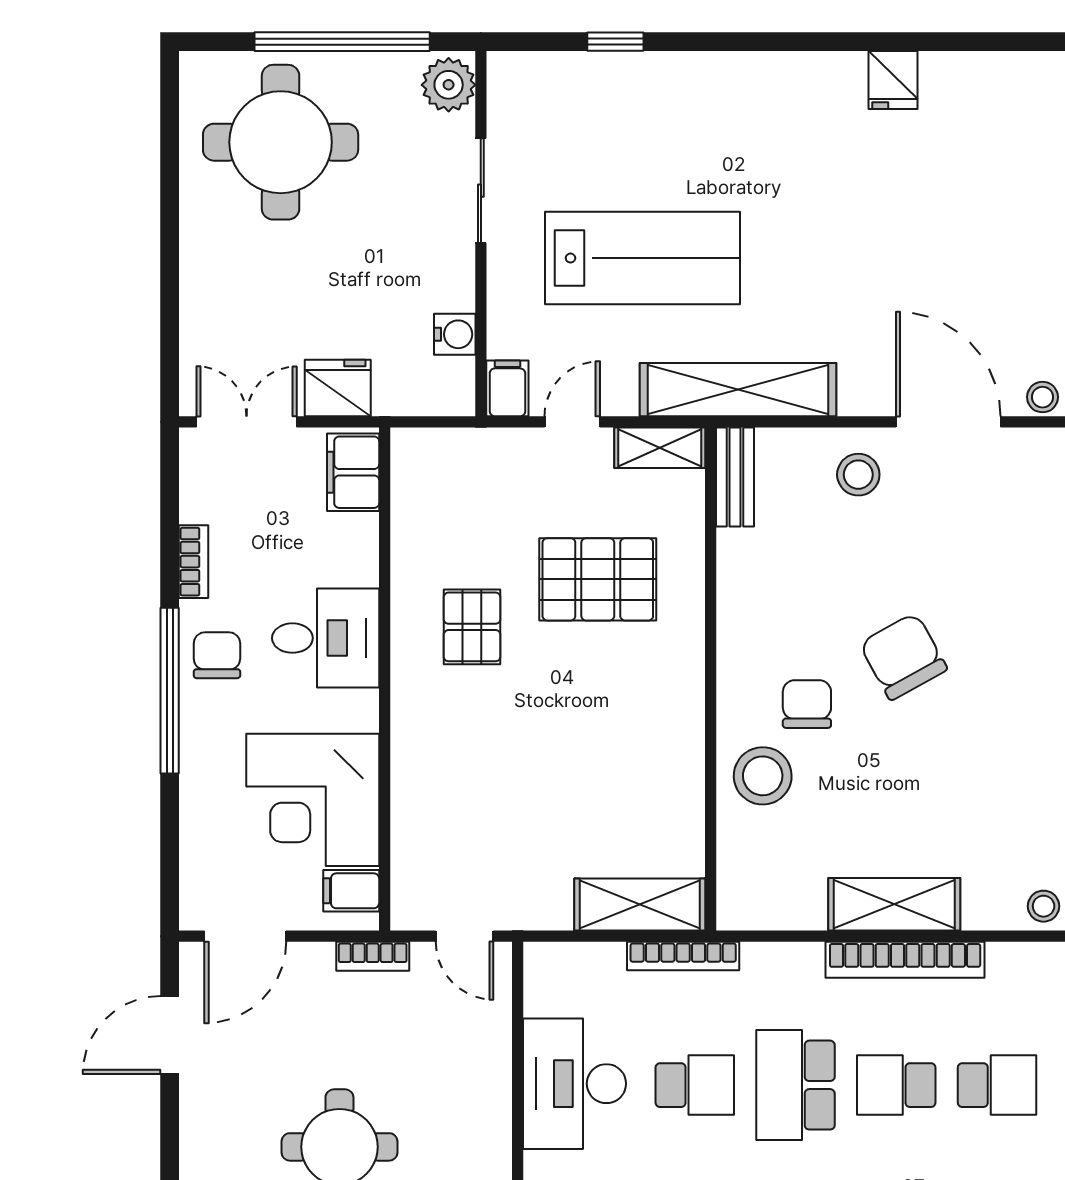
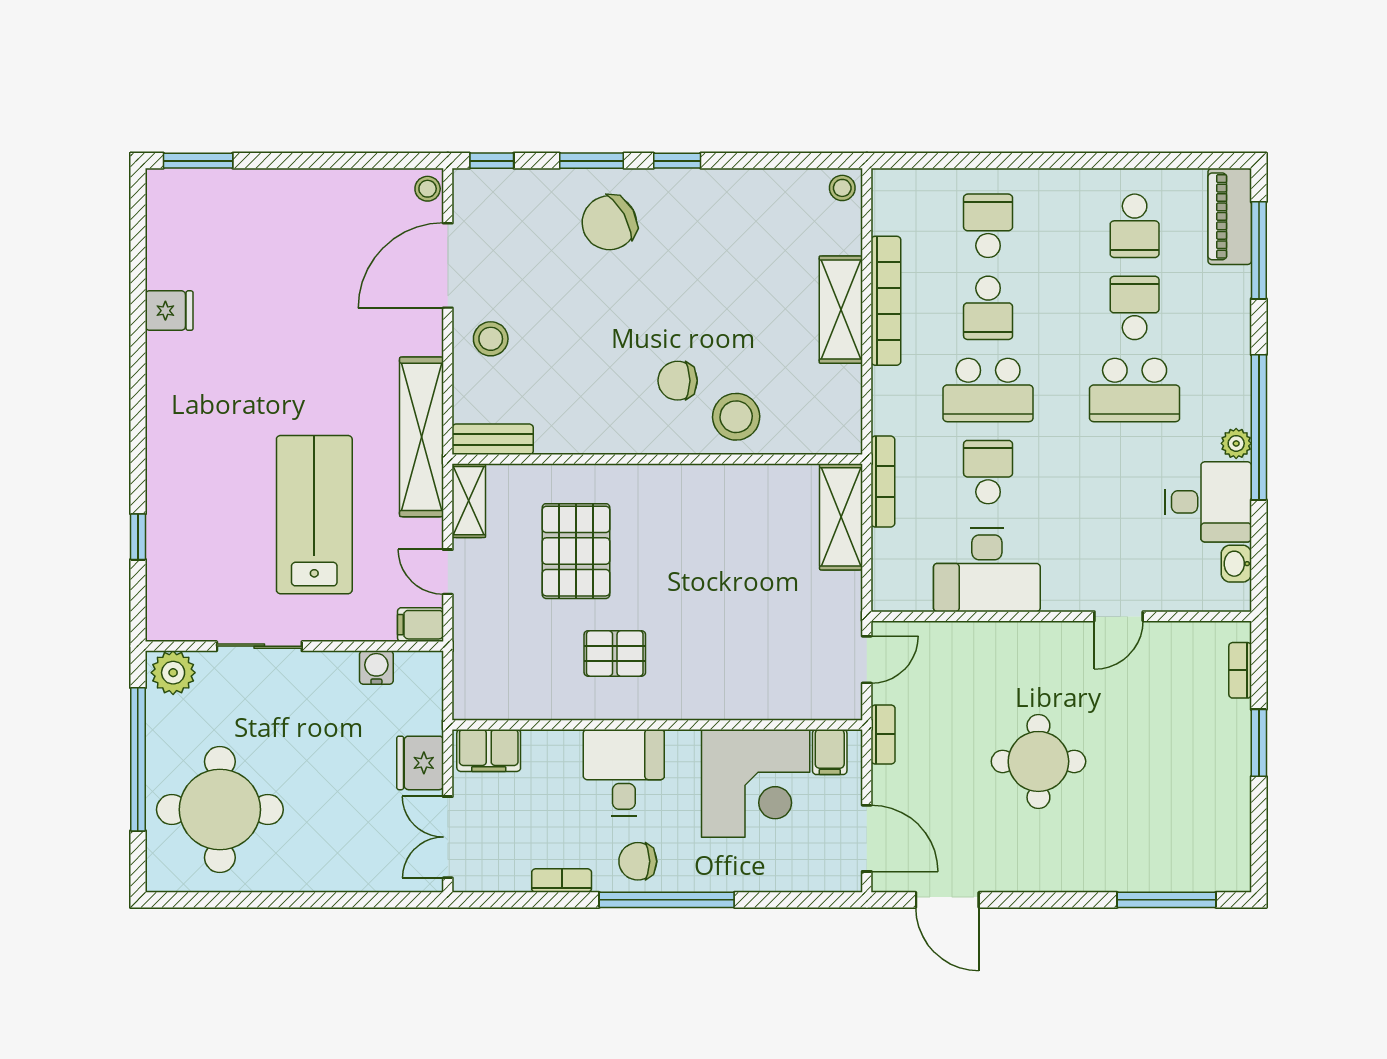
chair: (903, 656) -> (609, 223), moved

